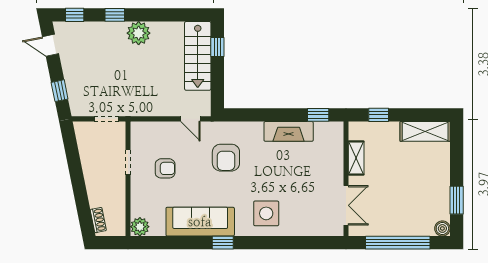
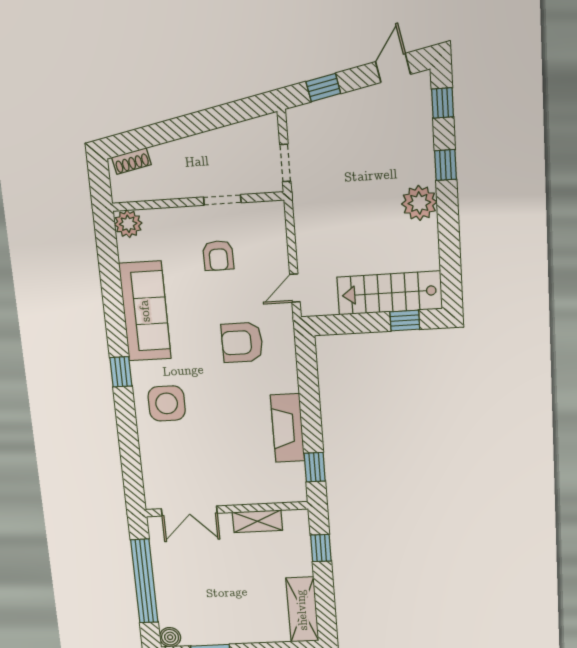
window: (223, 243) -> (121, 372), moved

